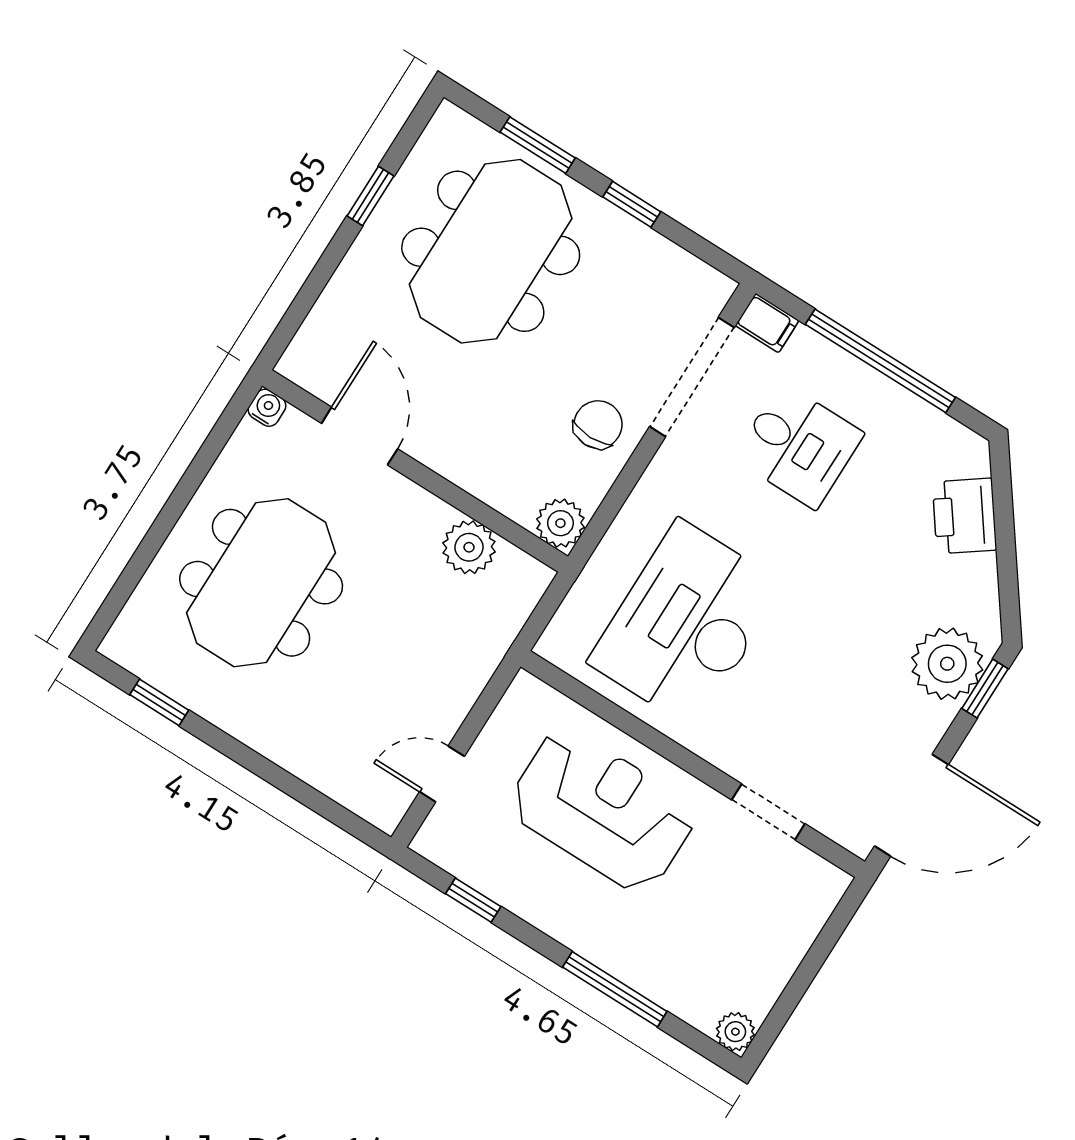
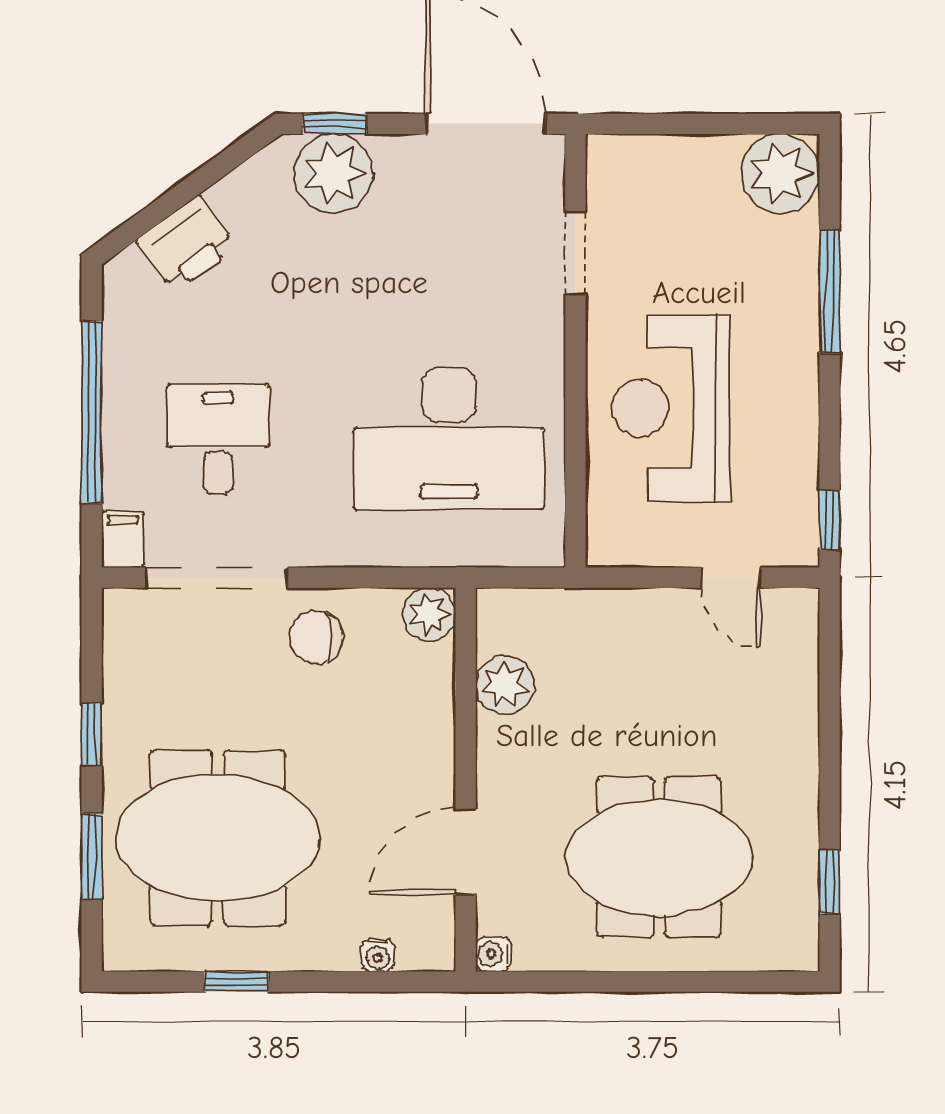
water cooler: (322, 318) -> (378, 955), added
window: (473, 900) -> (830, 520), moved
plant: (735, 1032) -> (780, 173), width x1.87, depth x1.87

